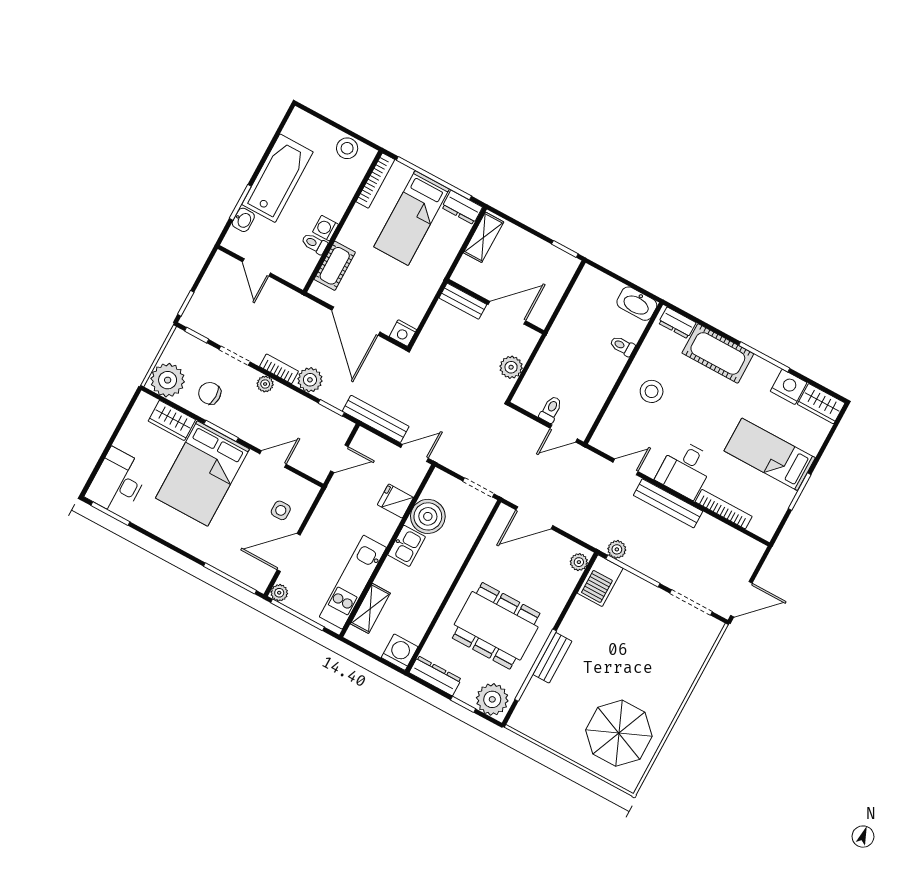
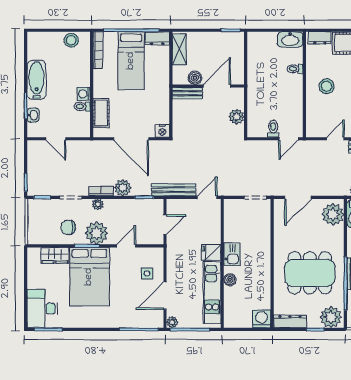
bathtub: (277, 178) -> (36, 80), width x0.73, depth x0.73
boiler: (484, 286) -> (195, 78), added
plant: (168, 380) -> (97, 233), moved
fridge: (395, 501) -> (211, 252), moved
boiler: (428, 516) -> (230, 280), moved, width x0.54, depth x0.54
plant: (579, 562) -> (333, 214), width x1.88, depth x1.88
shelving: (370, 608) -> (231, 303), removed

